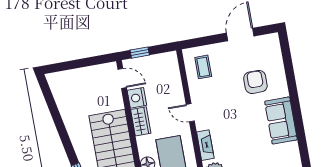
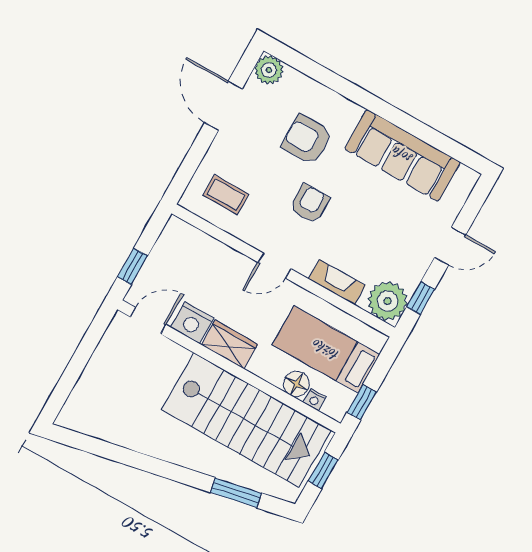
plant: (272, 41) -> (269, 70), added
armchair: (229, 106) -> (310, 204), added
sofa: (281, 120) -> (402, 155), width x1.36

